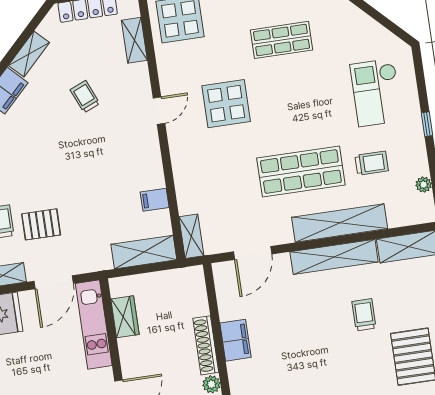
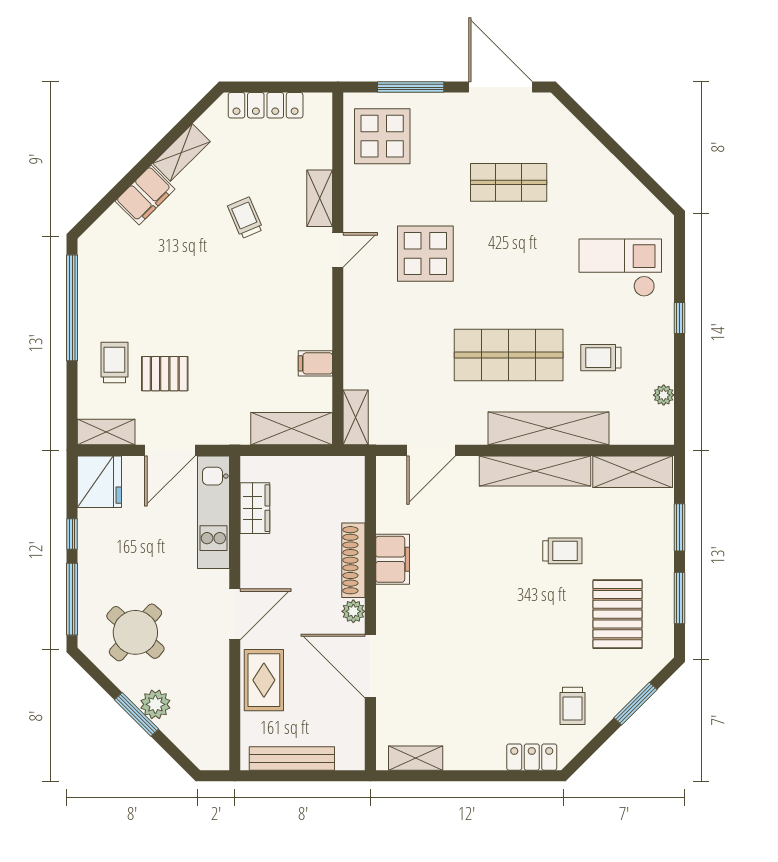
shelving: (134, 40) -> (320, 198), moved
checkout: (376, 92) -> (620, 268), turned 90
trolley: (372, 163) -> (601, 358), turned 180
trolley: (364, 315) -> (562, 551), turned 90

